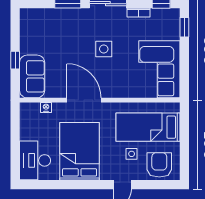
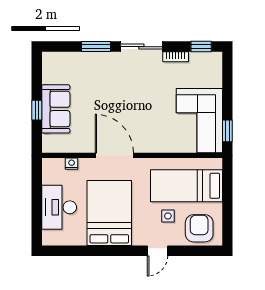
window: (184, 27) -> (227, 131), moved
side table: (104, 49) -> (136, 98), removed
sofa: (32, 76) -> (56, 109), moved
desk: (35, 160) -> (59, 207), moved

